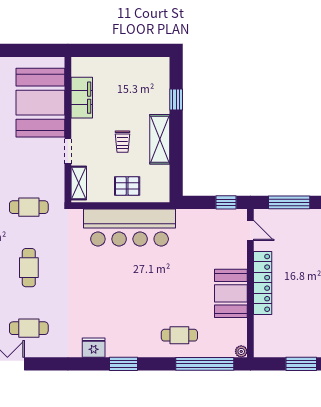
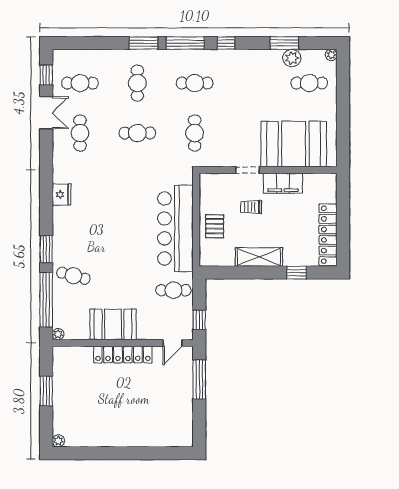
locker: (136, 66) -> (328, 235), added
filing cabinet: (82, 98) -> (283, 183), moved
trolley: (122, 142) -> (251, 207), moved
shelving: (79, 183) -> (218, 180), removed
cafe table: (195, 230) -> (173, 290), added
cafe table: (179, 335) -> (73, 276), turned -75
window: (124, 364) -> (46, 249), moved

